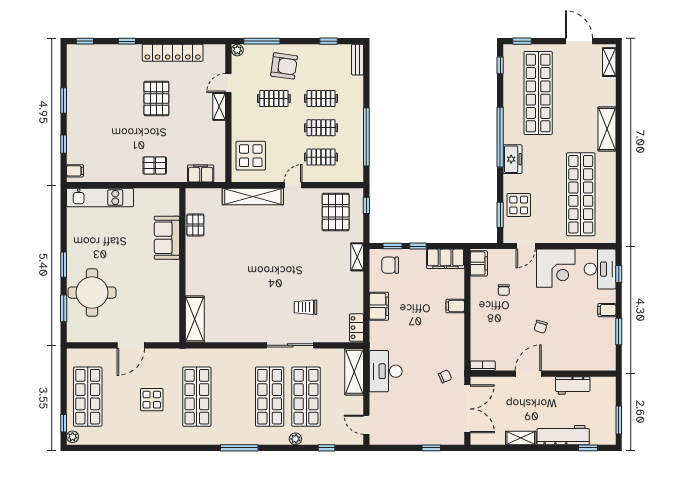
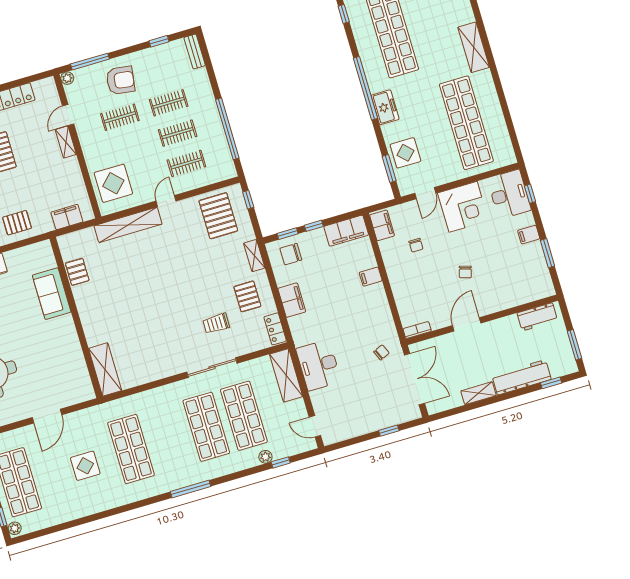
pallet: (340, 291) -> (247, 296), added
workbench: (573, 385) -> (537, 317), moved
plant: (295, 439) -> (265, 457), moved

